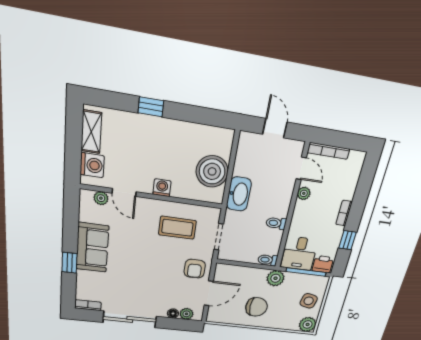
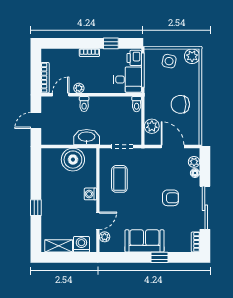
toilet: (276, 223) -> (84, 104), moved
armchair: (195, 269) -> (171, 198), moved
plant: (276, 278) -> (152, 126), moved
chair: (256, 307) -> (180, 104), turned -90

